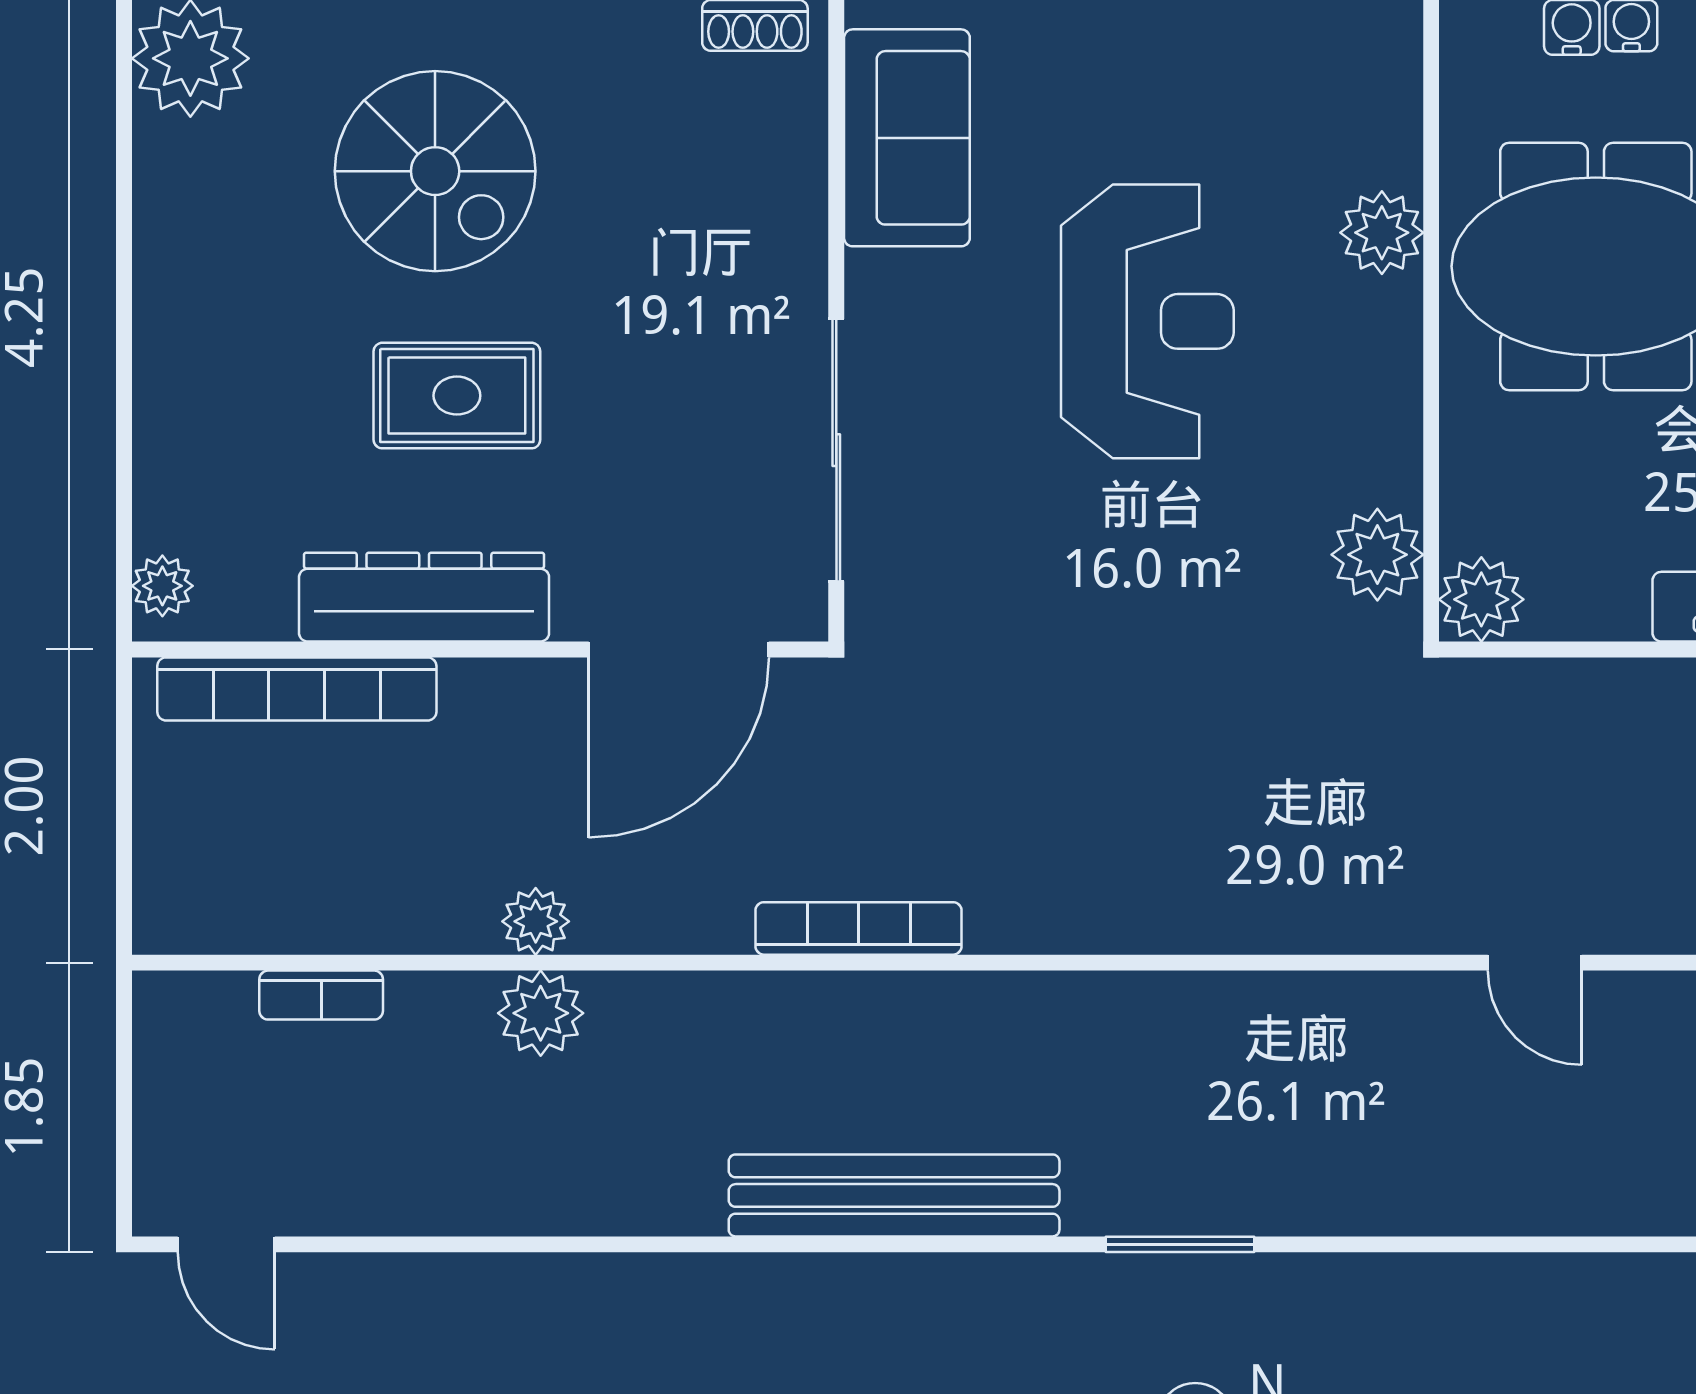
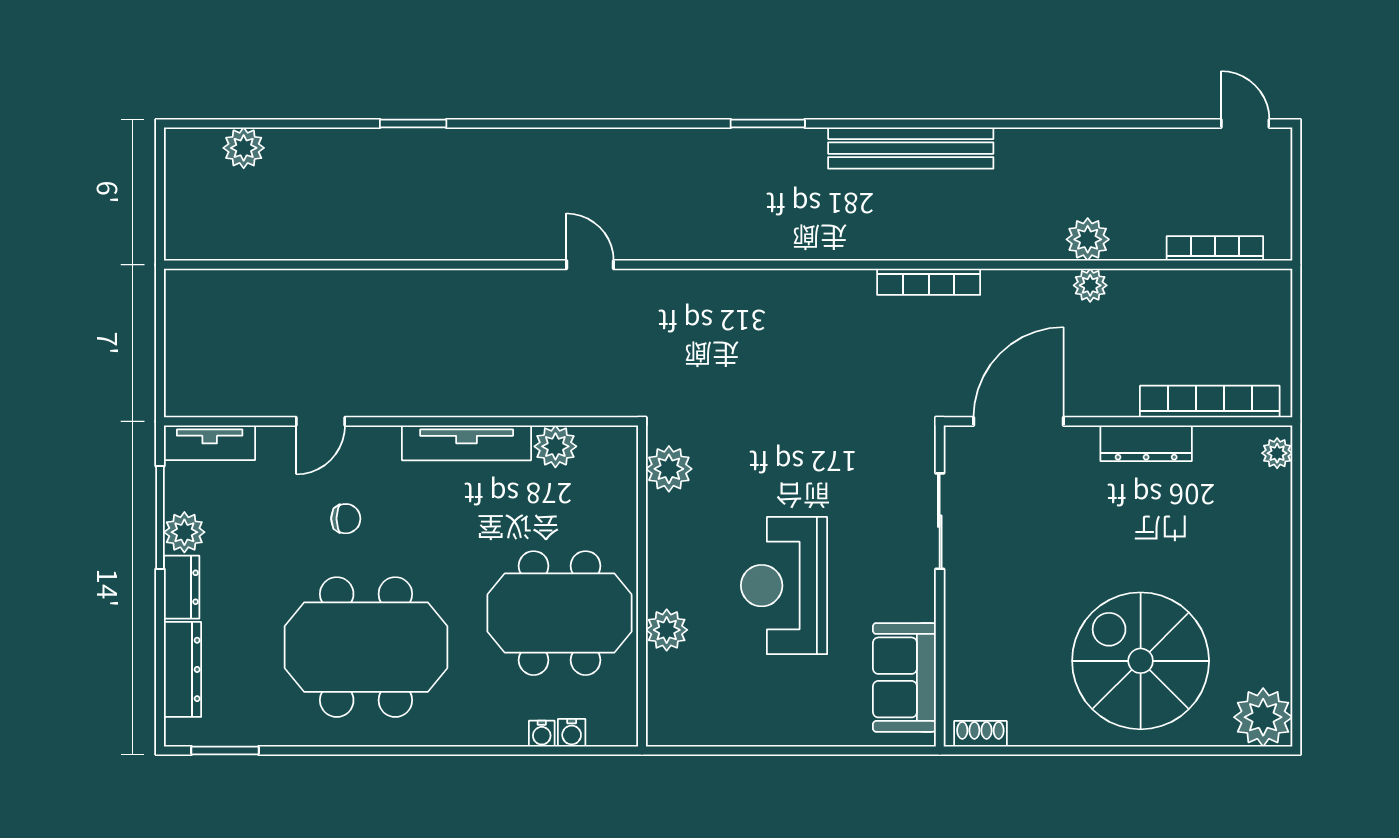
spiral stairs: (435, 171) -> (1141, 661), width x1.37, depth x1.37
rug: (457, 396) -> (1130, 548), removed
sliding door: (836, 450) -> (940, 521), width x0.73
dresser: (424, 597) -> (1146, 443), width x0.73, depth x0.80
plant: (1481, 599) -> (555, 446), moved
bookcase: (321, 995) -> (1215, 248), width x1.56

